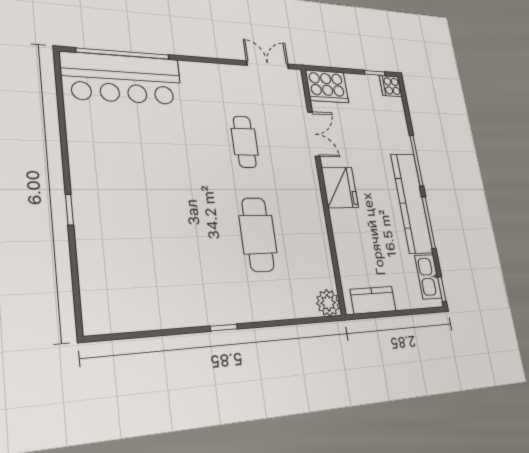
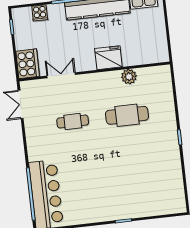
cooker: (391, 86) -> (40, 13), moved
fridge: (340, 187) -> (108, 58), moved
kitchen counter: (373, 300) -> (160, 42), removed
plant: (328, 303) -> (129, 77), moved

